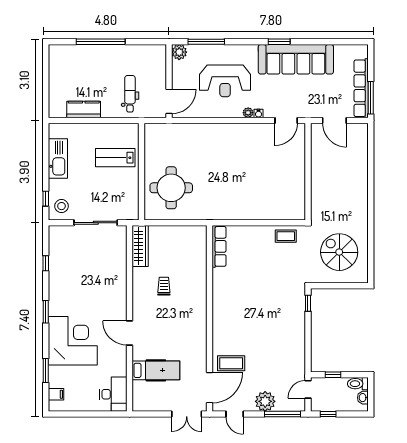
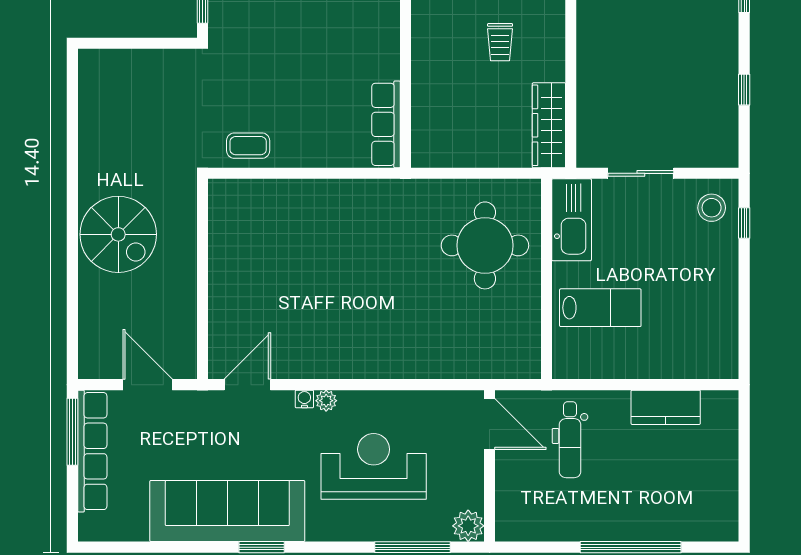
door: (169, 101) -> (490, 424), swing flipped
kitchen sink: (58, 158) -> (572, 220), moved, turned 180
sliding door: (96, 223) -> (641, 173), width x0.73
spiral stairs: (339, 252) -> (118, 234), moved

